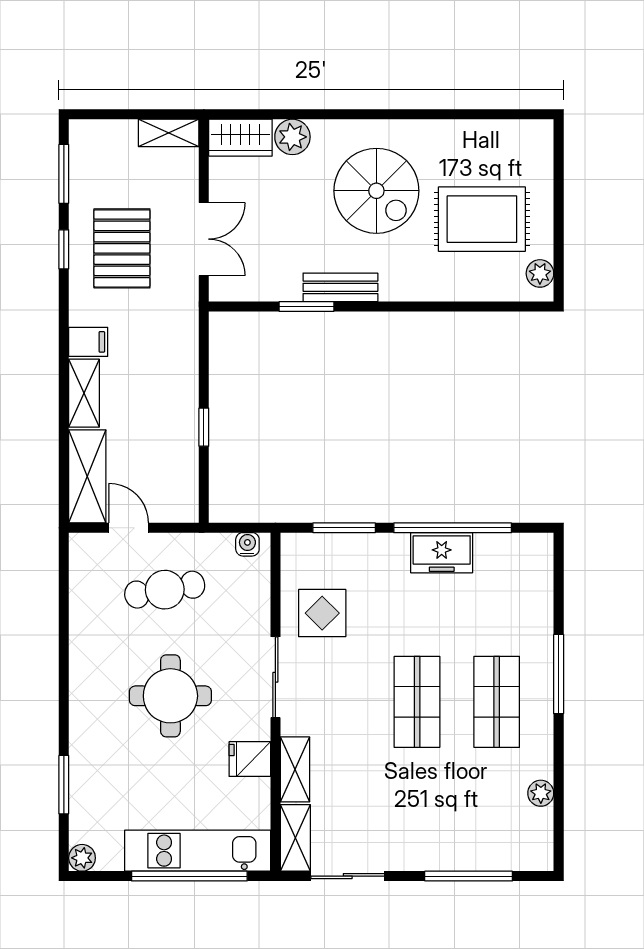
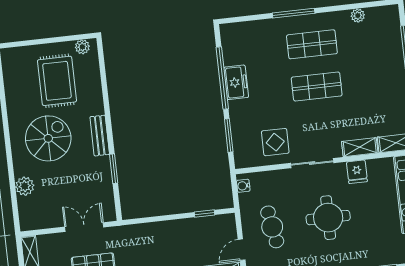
wardrobe: (240, 138) -> (28, 214), removed
bench: (340, 287) -> (100, 136), moved
window: (204, 427) -> (205, 214), moved

